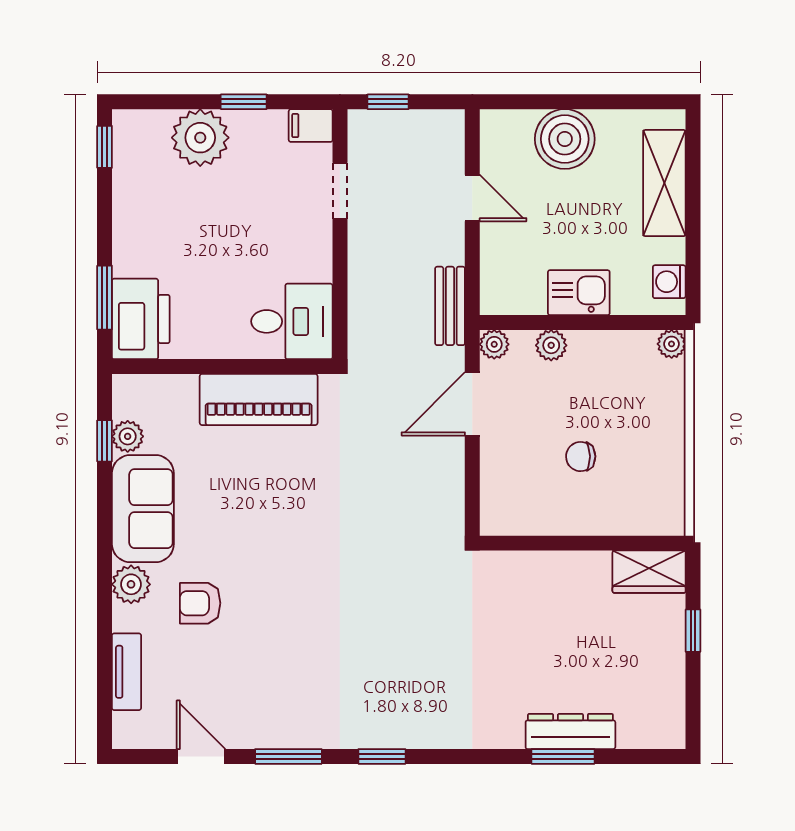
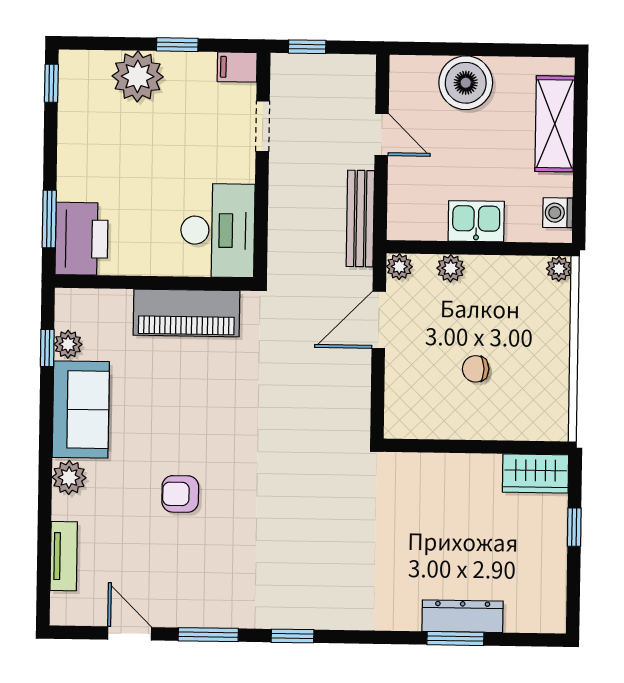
bench: (450, 306) -> (360, 219), width x1.36
desk: (292, 321) -> (218, 230), width x1.37
armchair: (200, 603) -> (180, 494), moved

